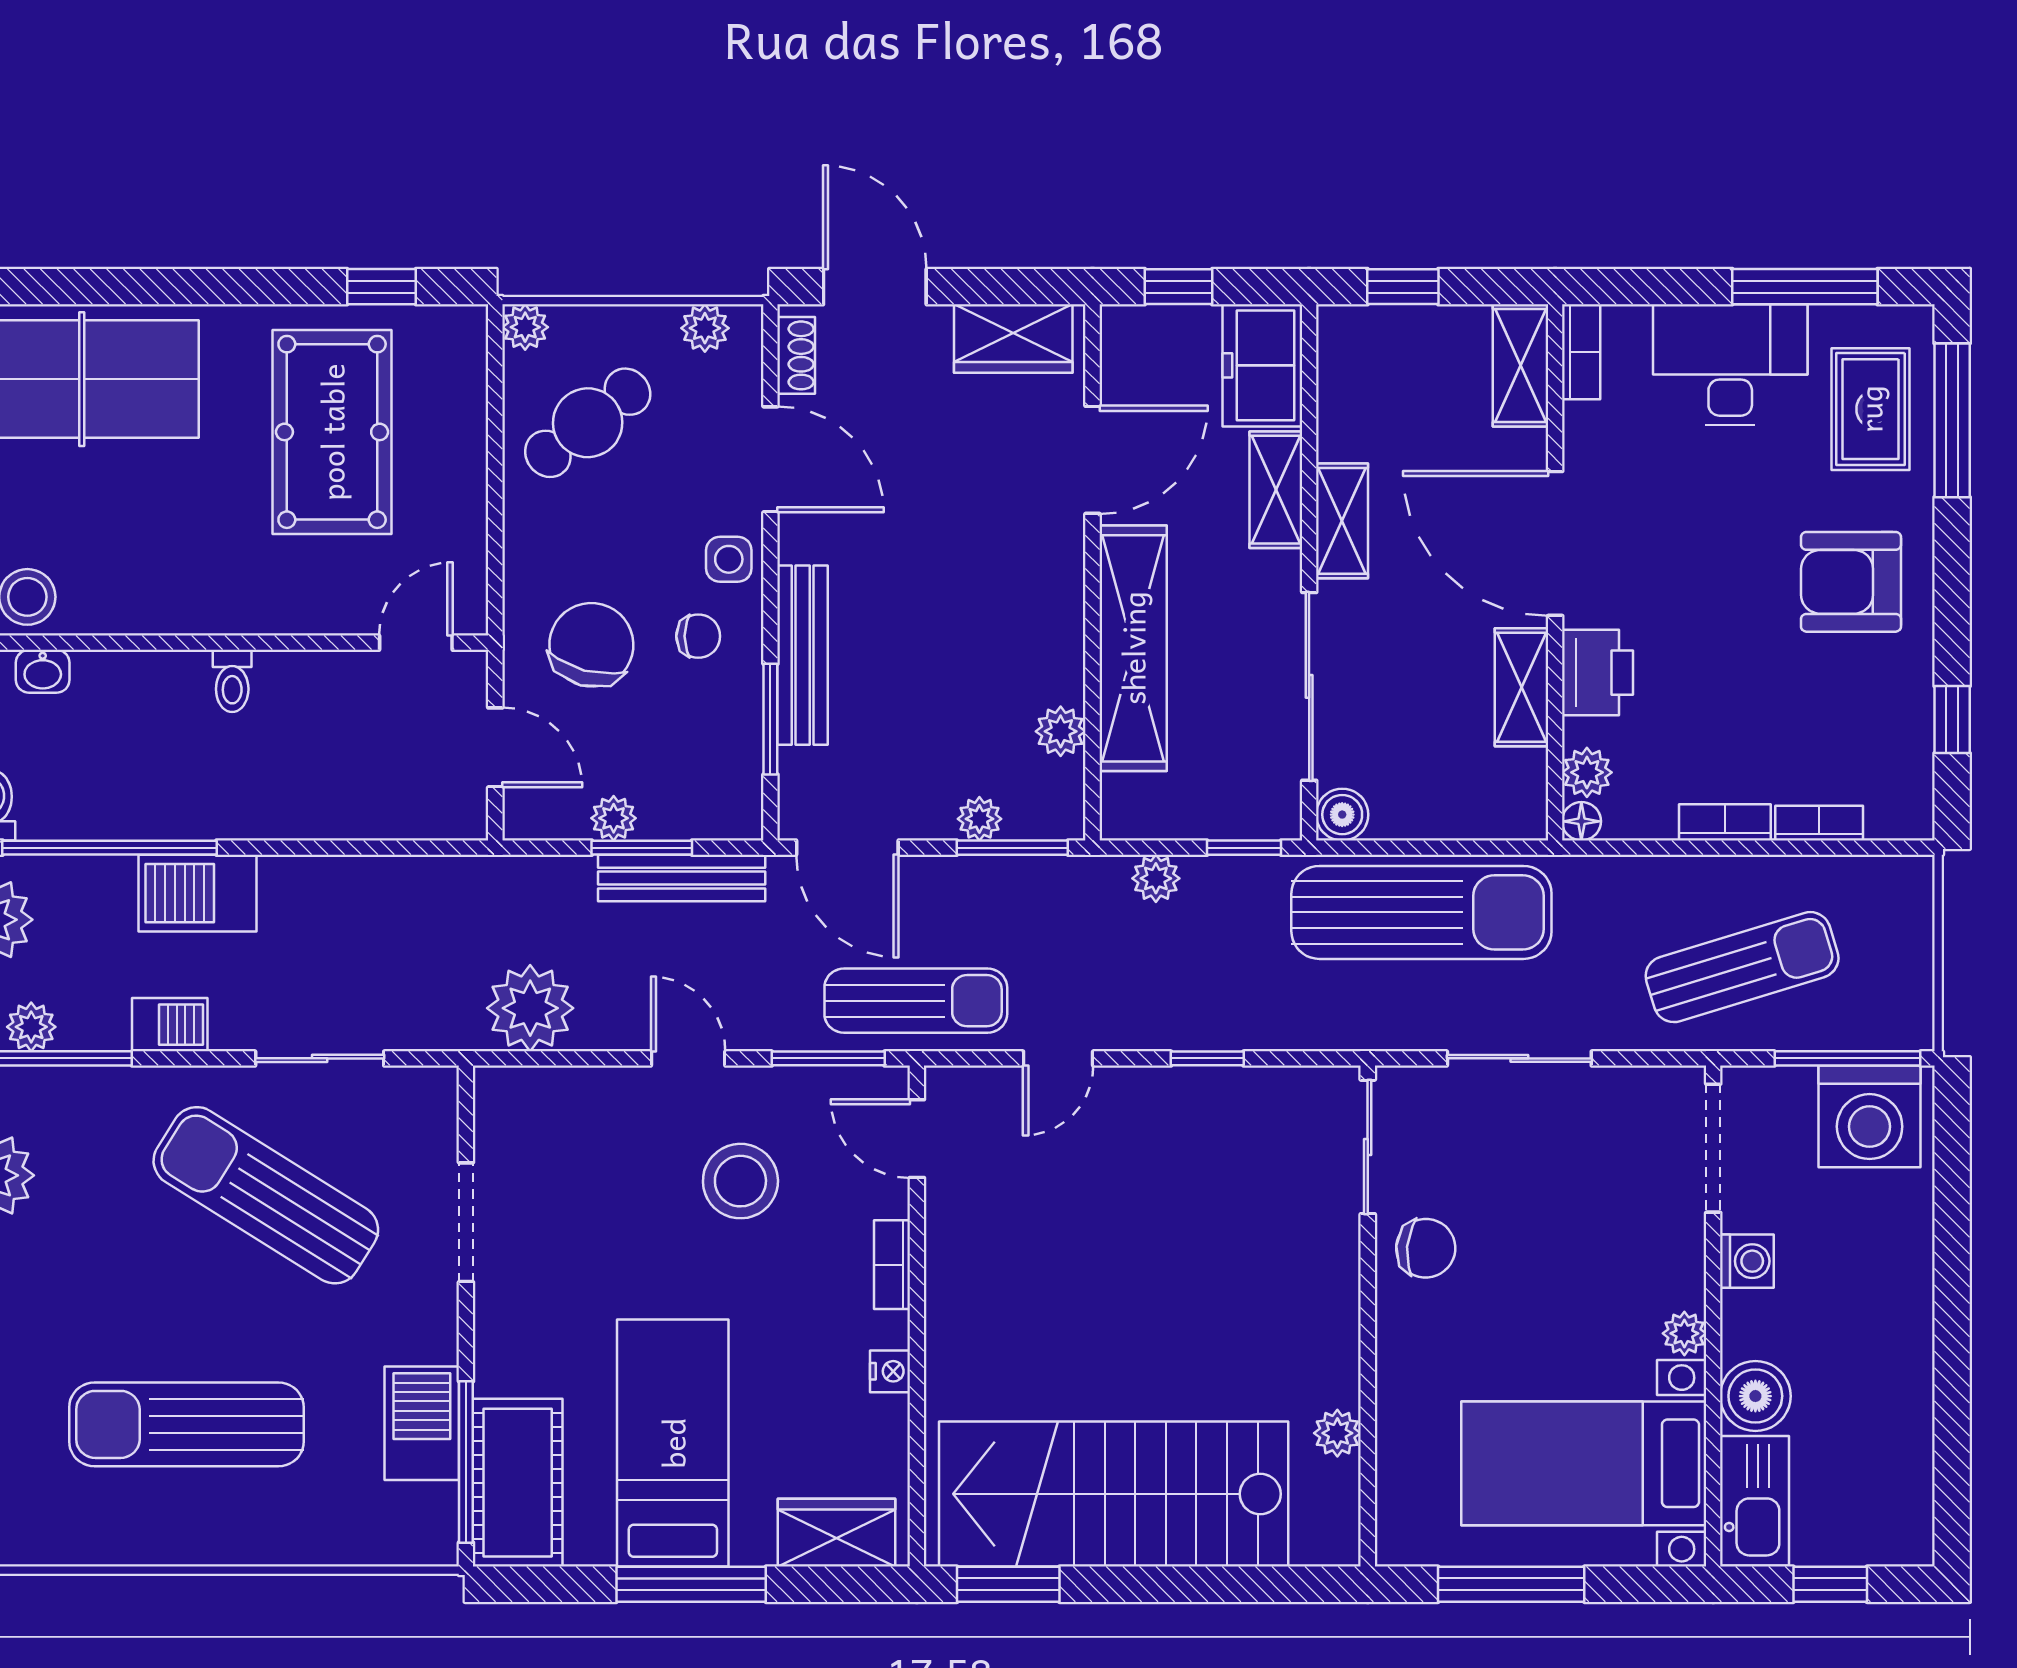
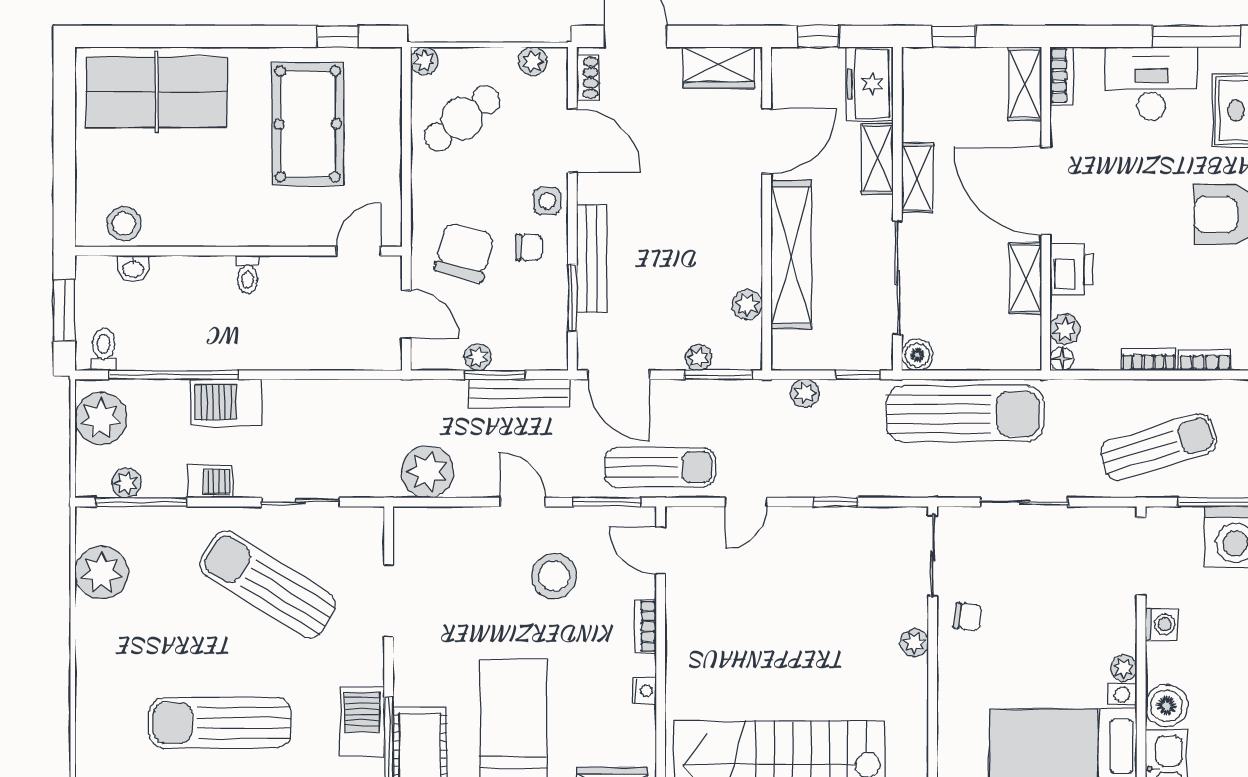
chair: (1426, 1248) -> (968, 617), width x0.73, depth x0.73
plant: (1337, 1433) -> (914, 643), moved

